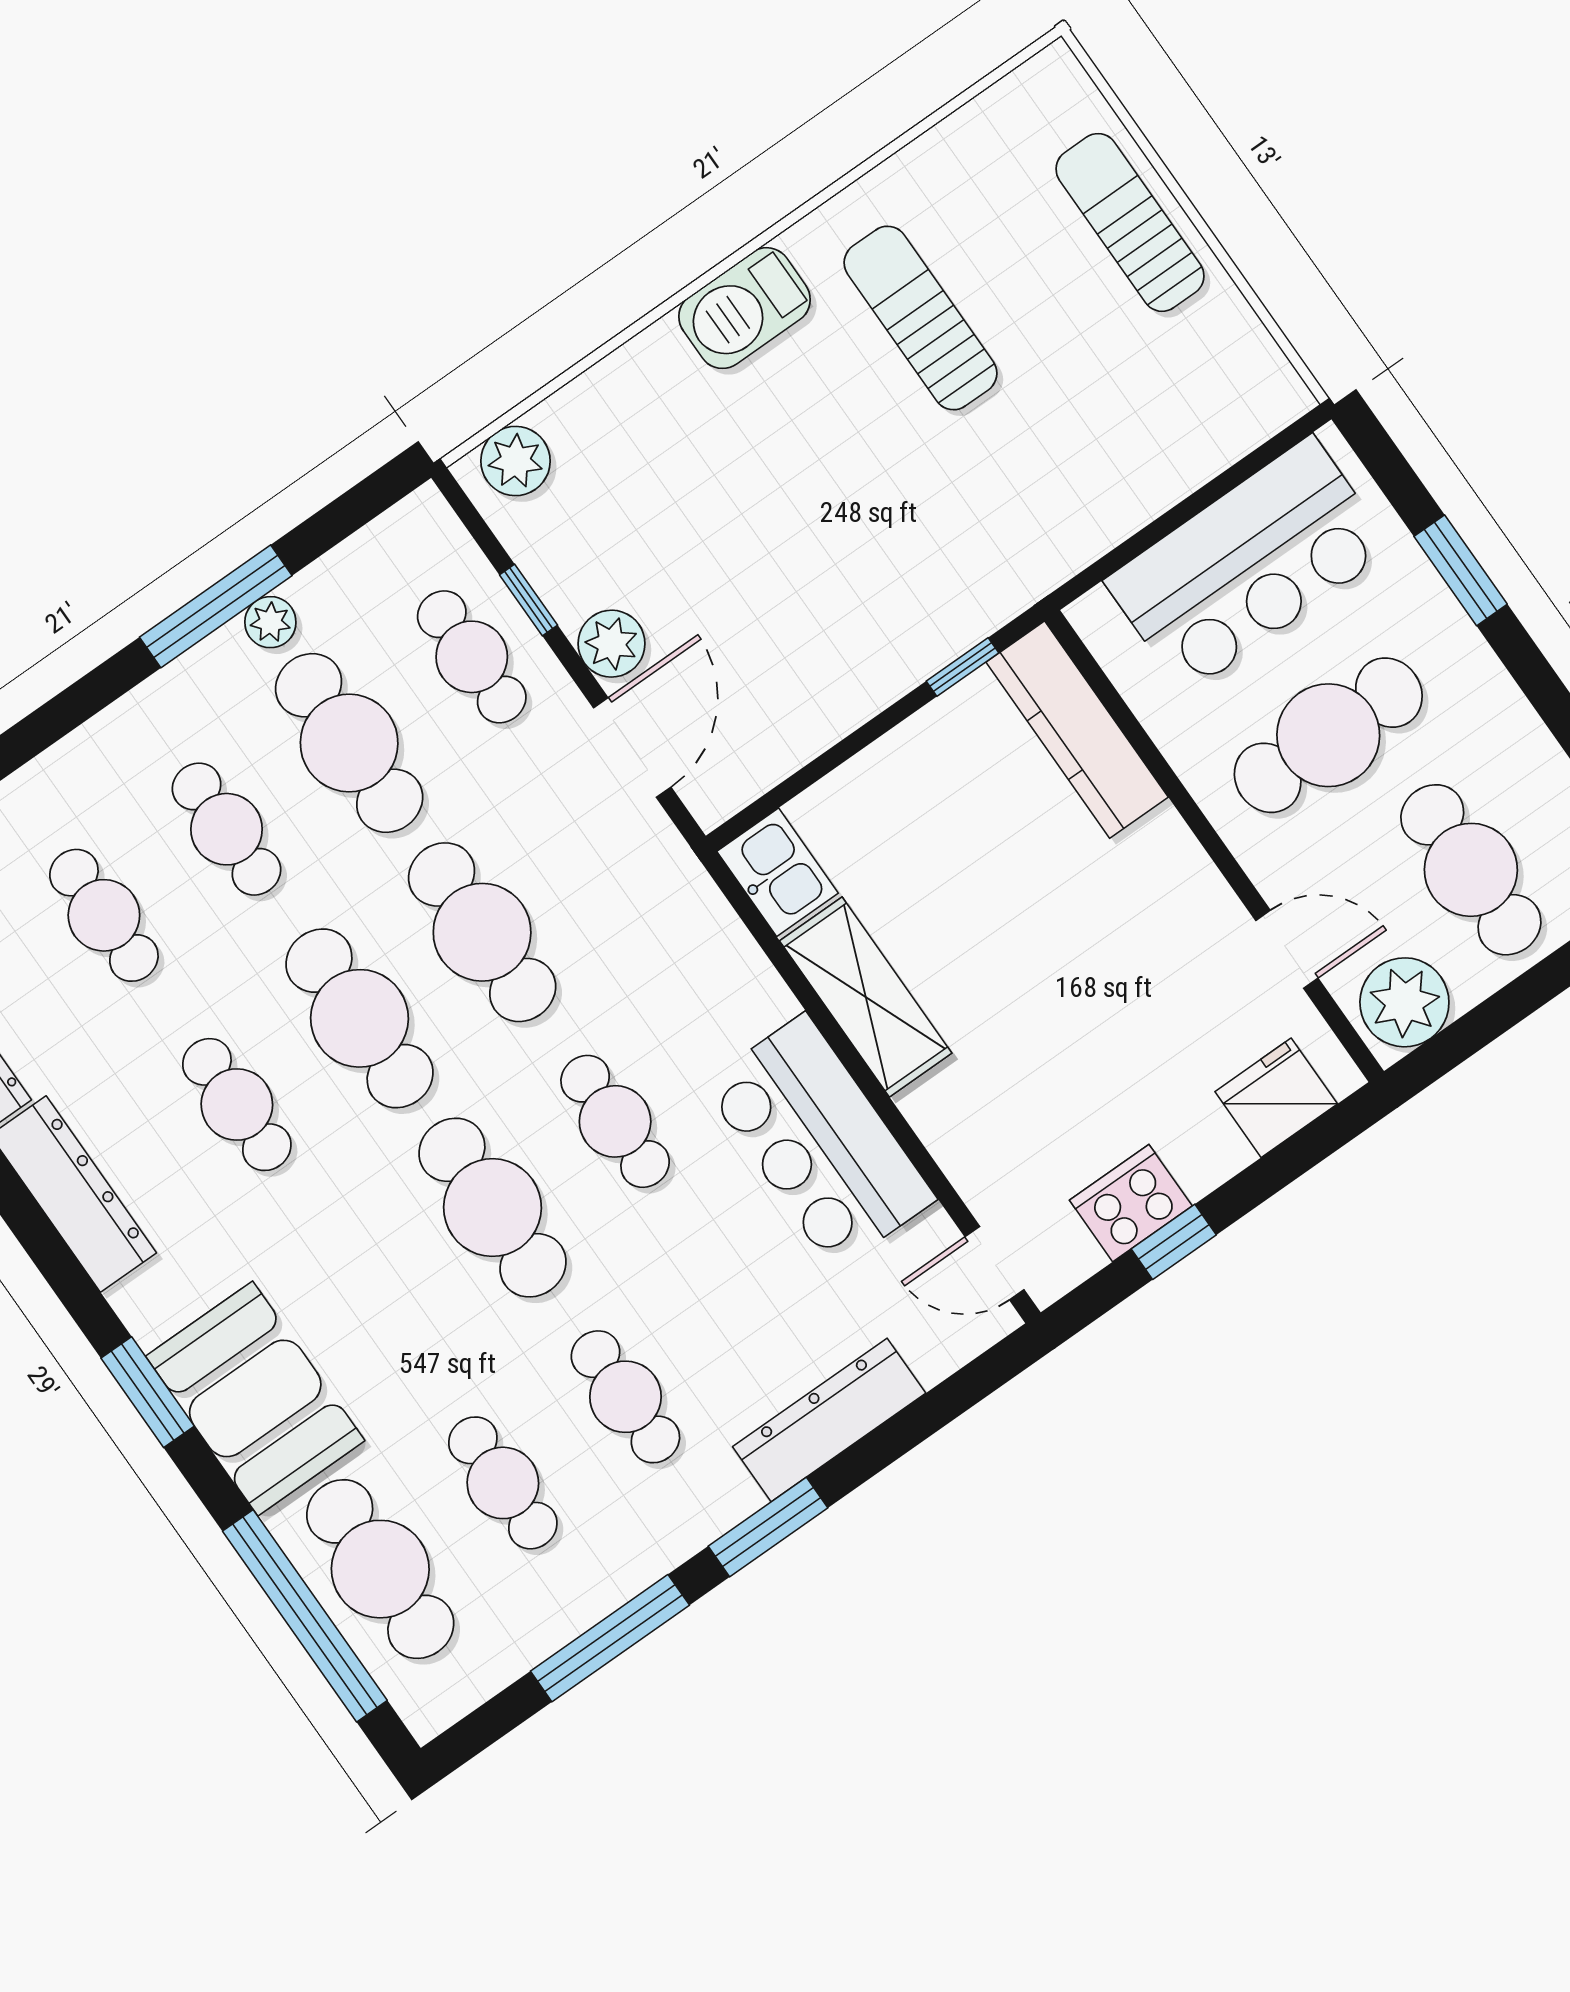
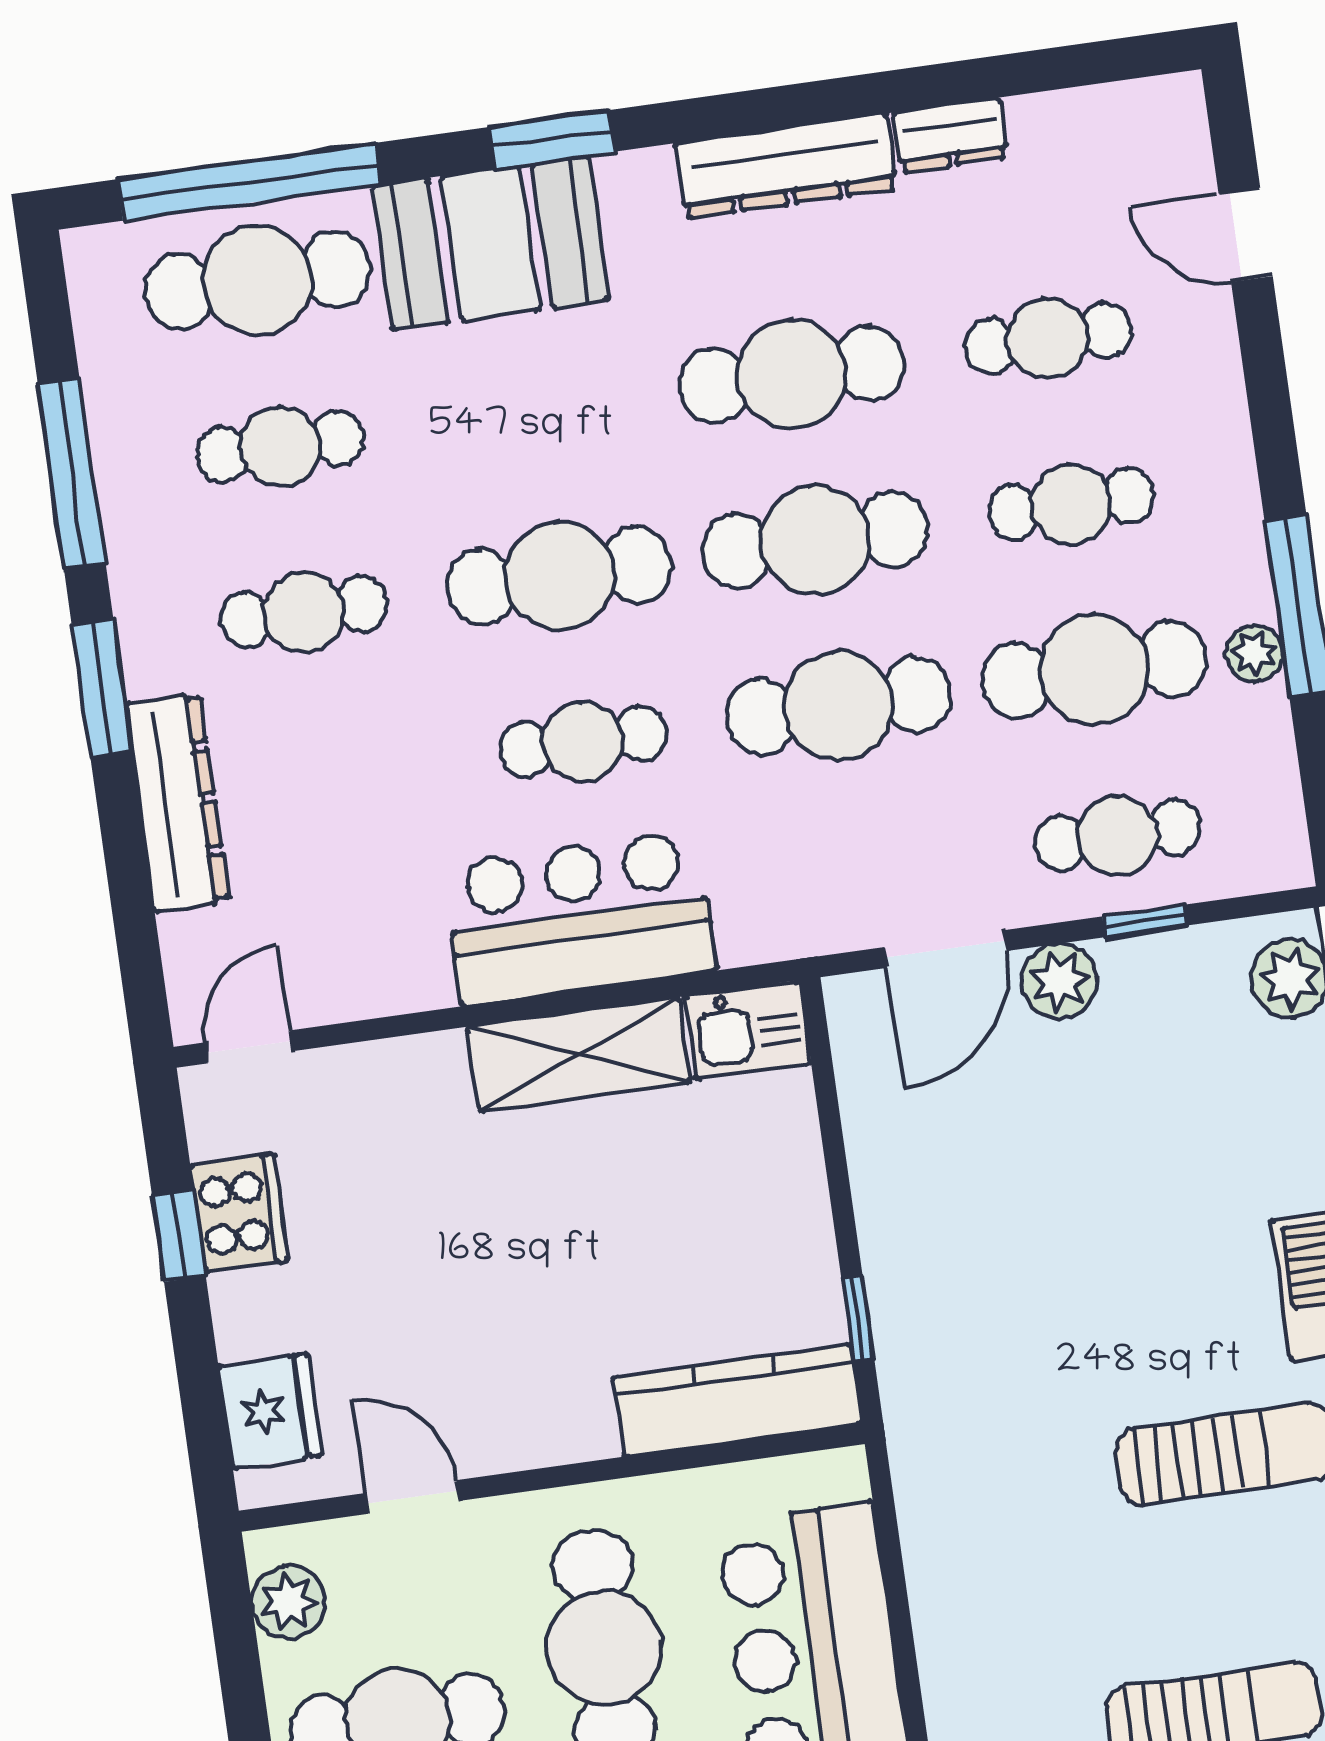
door: (632, 748) -> (946, 949), hinge flipped
door: (1287, 949) -> (412, 1497), swing flipped
plant: (1404, 1002) -> (288, 1602), width x0.73, depth x0.73
cafe table: (237, 1105) -> (792, 374), width x1.37, depth x1.35
bar counter: (819, 1142) -> (579, 918), moved

